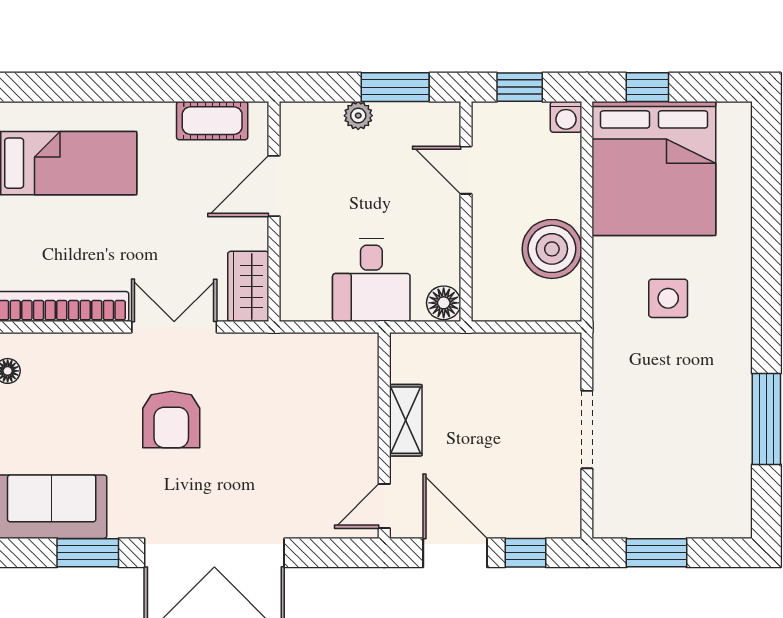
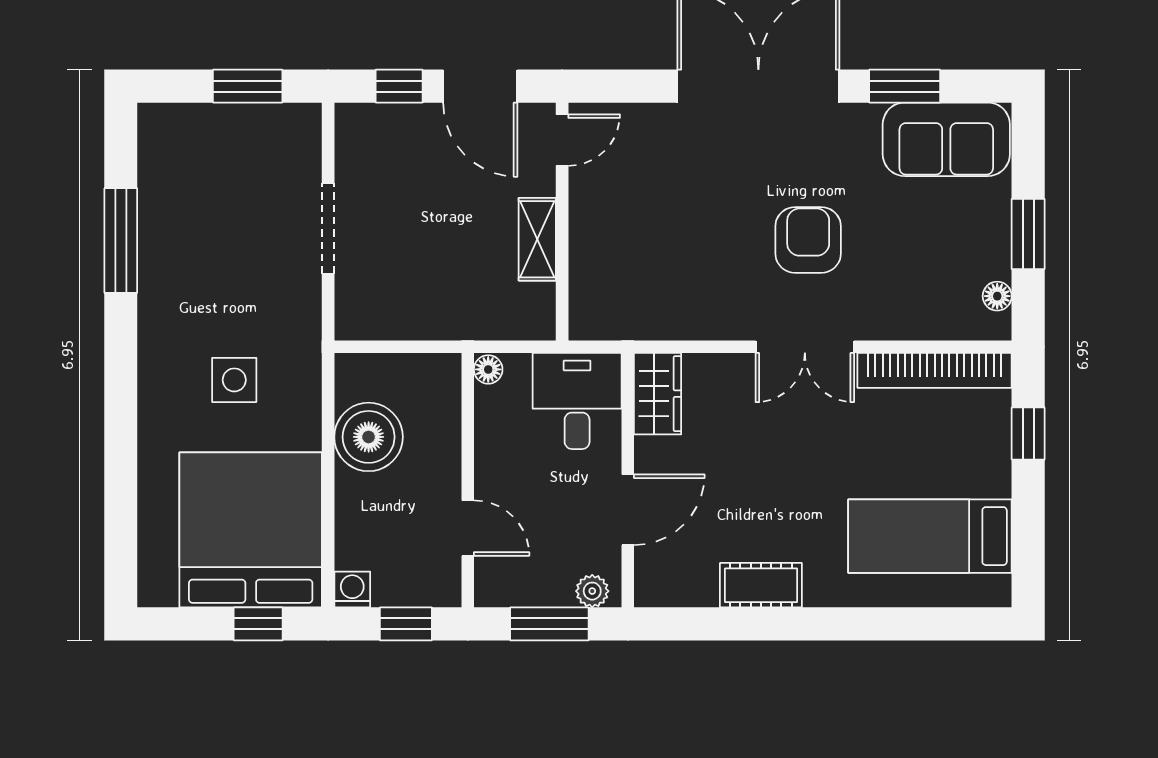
door: (274, 186) -> (628, 510), moved
wall: (274, 212) -> (628, 480), moved
wardrobe: (248, 286) -> (658, 394), moved
floor lamp: (444, 303) -> (488, 369), width x0.73, depth x0.73

